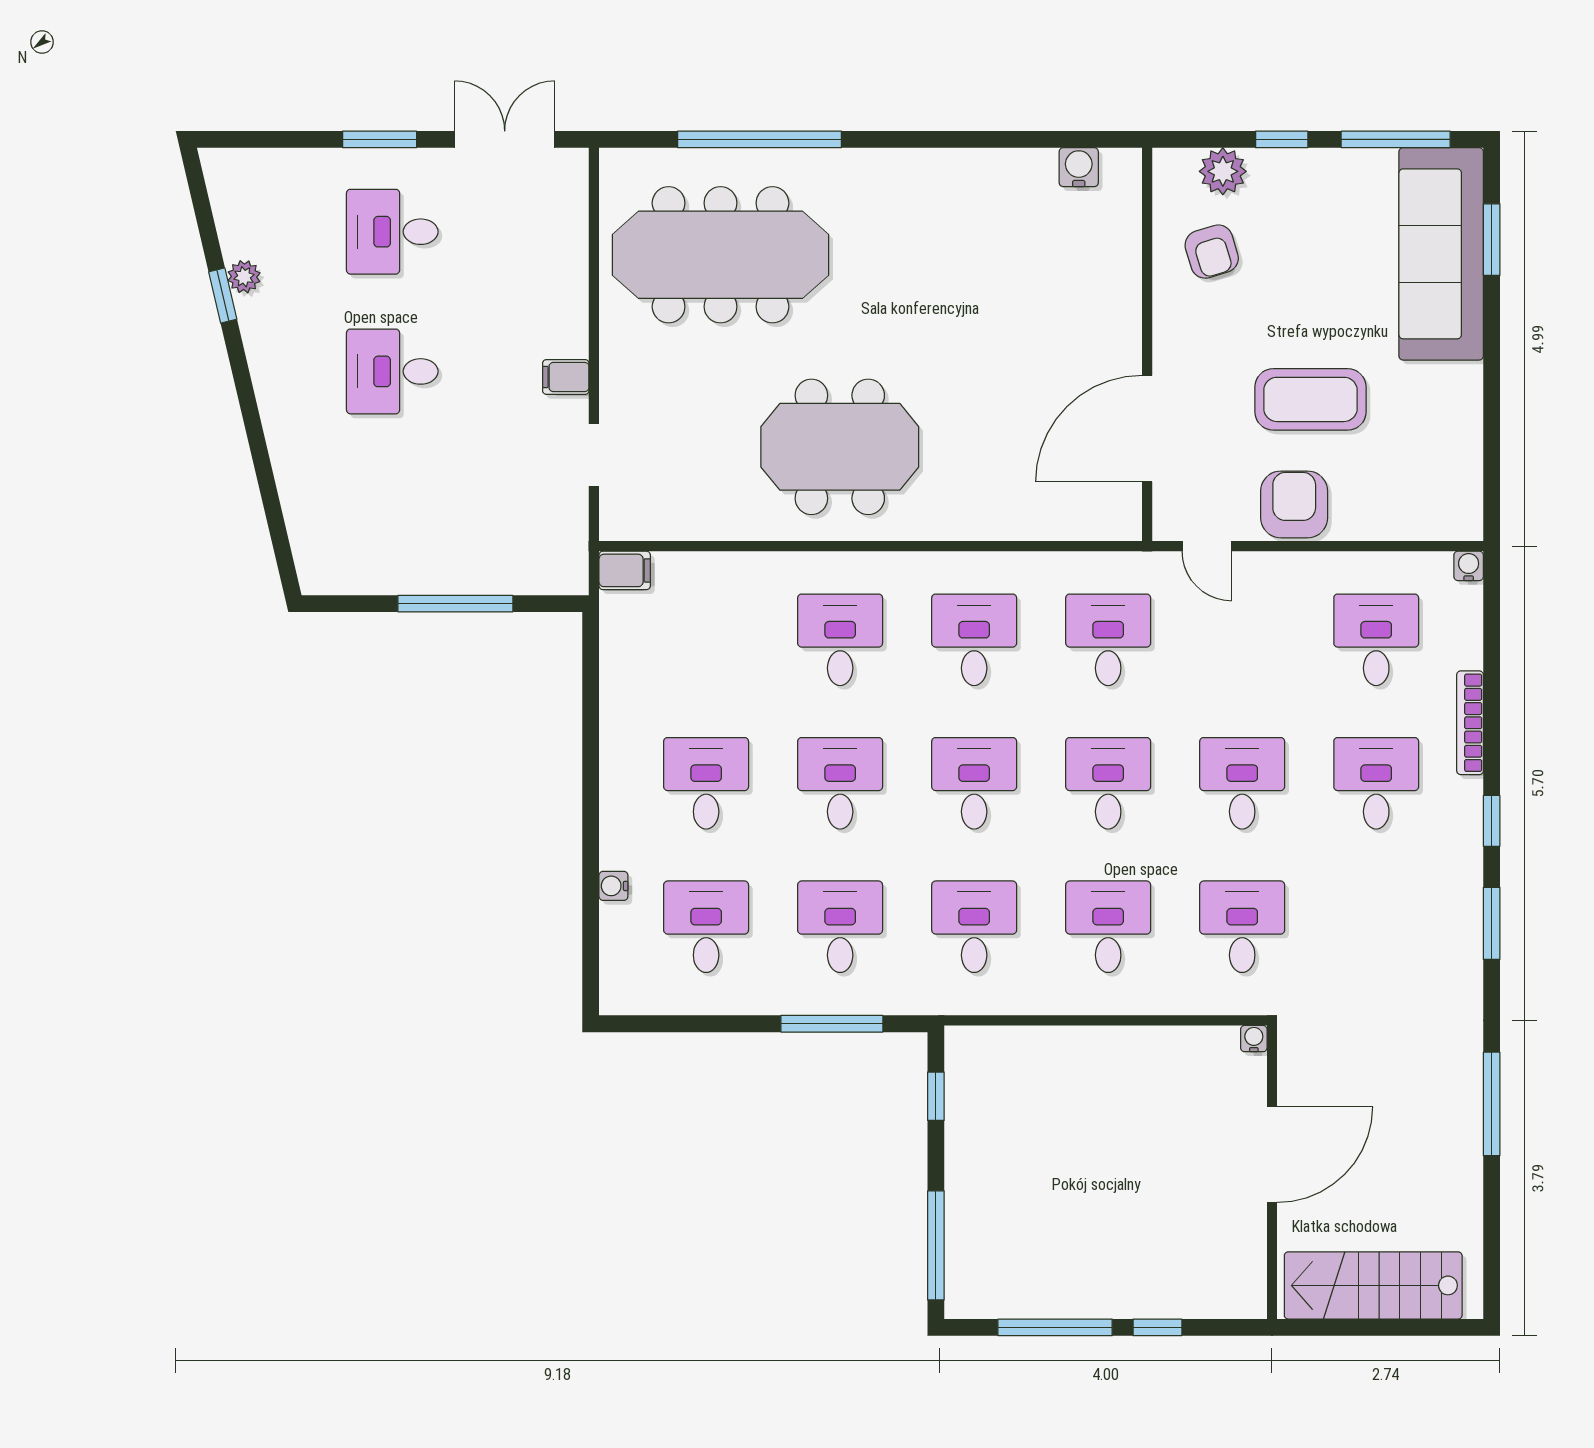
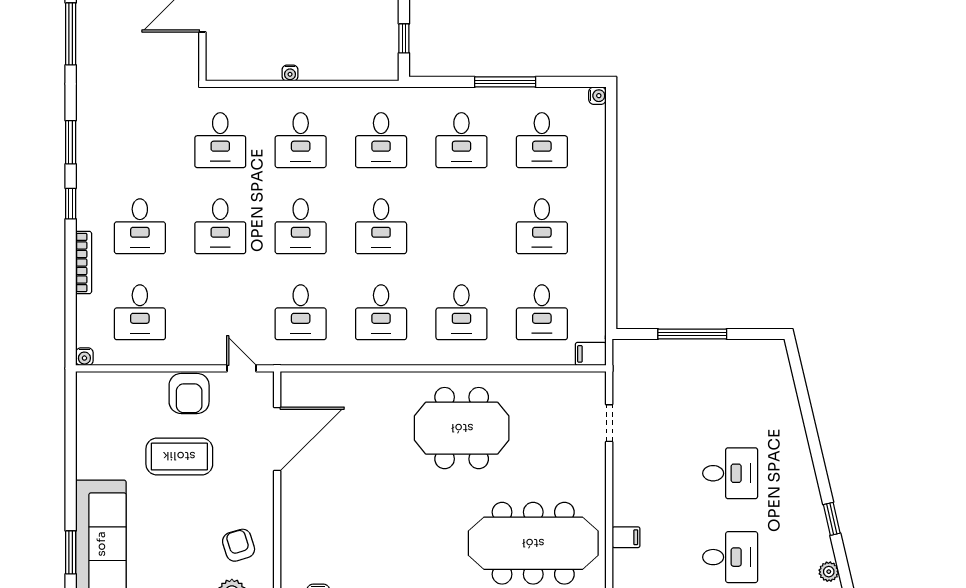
plant: (244, 277) -> (829, 572), moved
filing cabinet: (566, 377) -> (626, 537), moved
desk: (840, 783) -> (542, 312), moved
water cooler: (613, 886) -> (597, 96), moved
window: (832, 1024) -> (505, 82), moved
water cooler: (1254, 1039) -> (290, 73), moved

